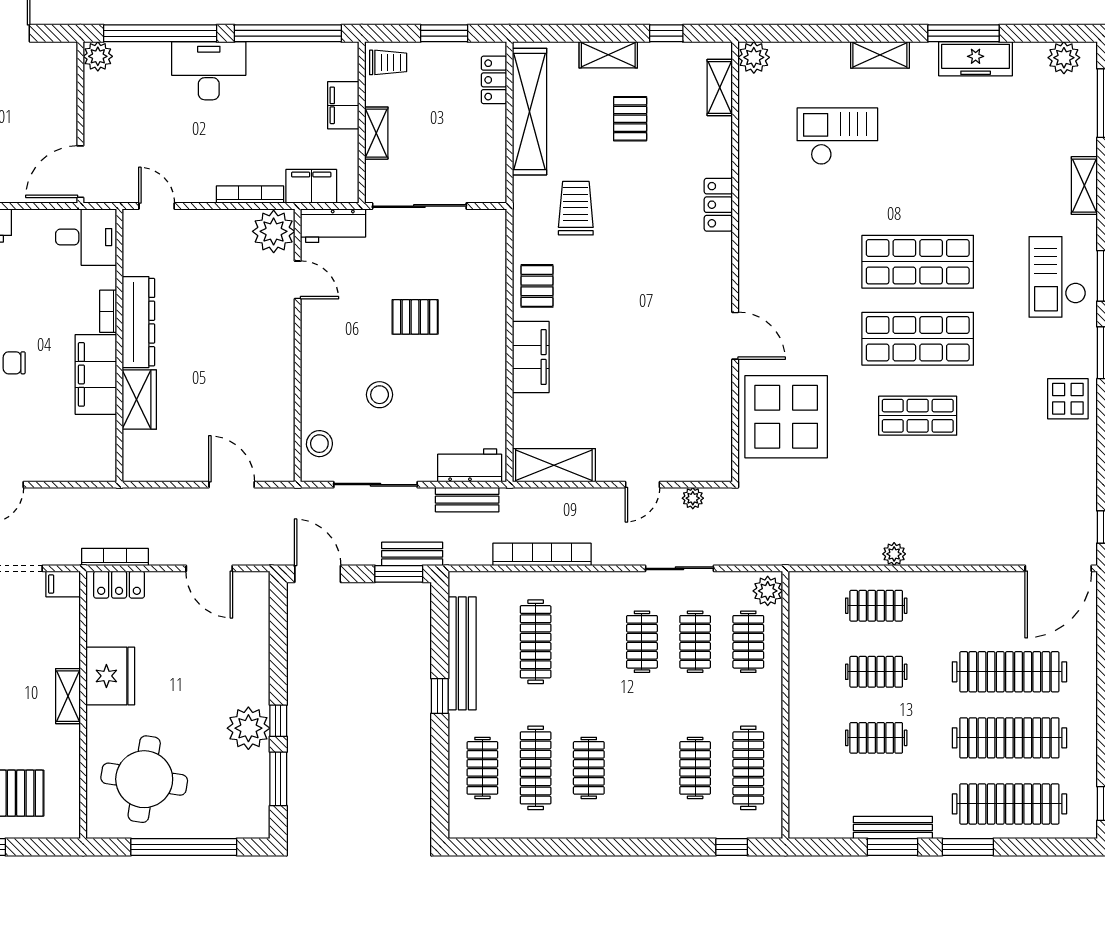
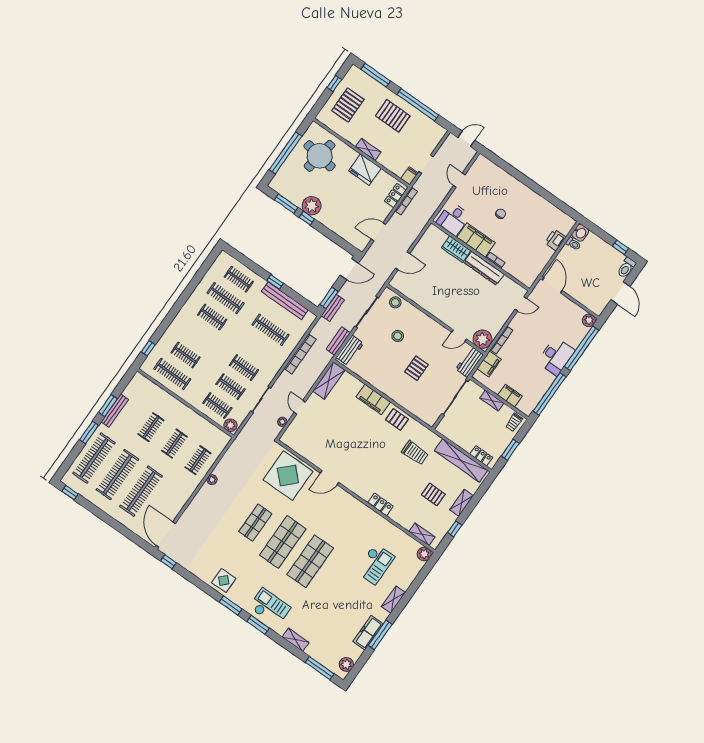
desk: (86, 237) -> (453, 219), moved

